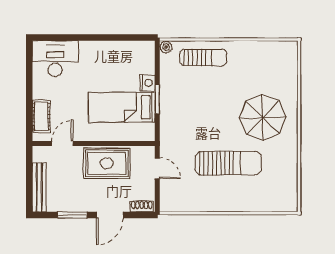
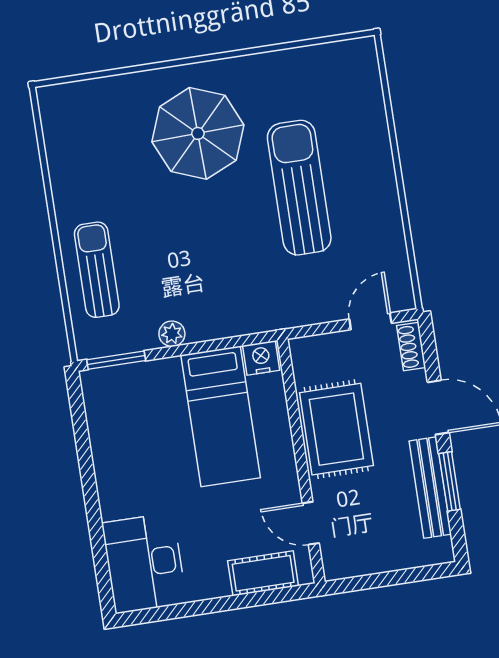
plant: (166, 47) -> (172, 334), moved
nightstand: (147, 83) -> (261, 358), moved
window: (157, 99) -> (116, 360), moved
door: (157, 168) -> (370, 321), moved
bench: (39, 187) -> (430, 488), moved, turned 90

